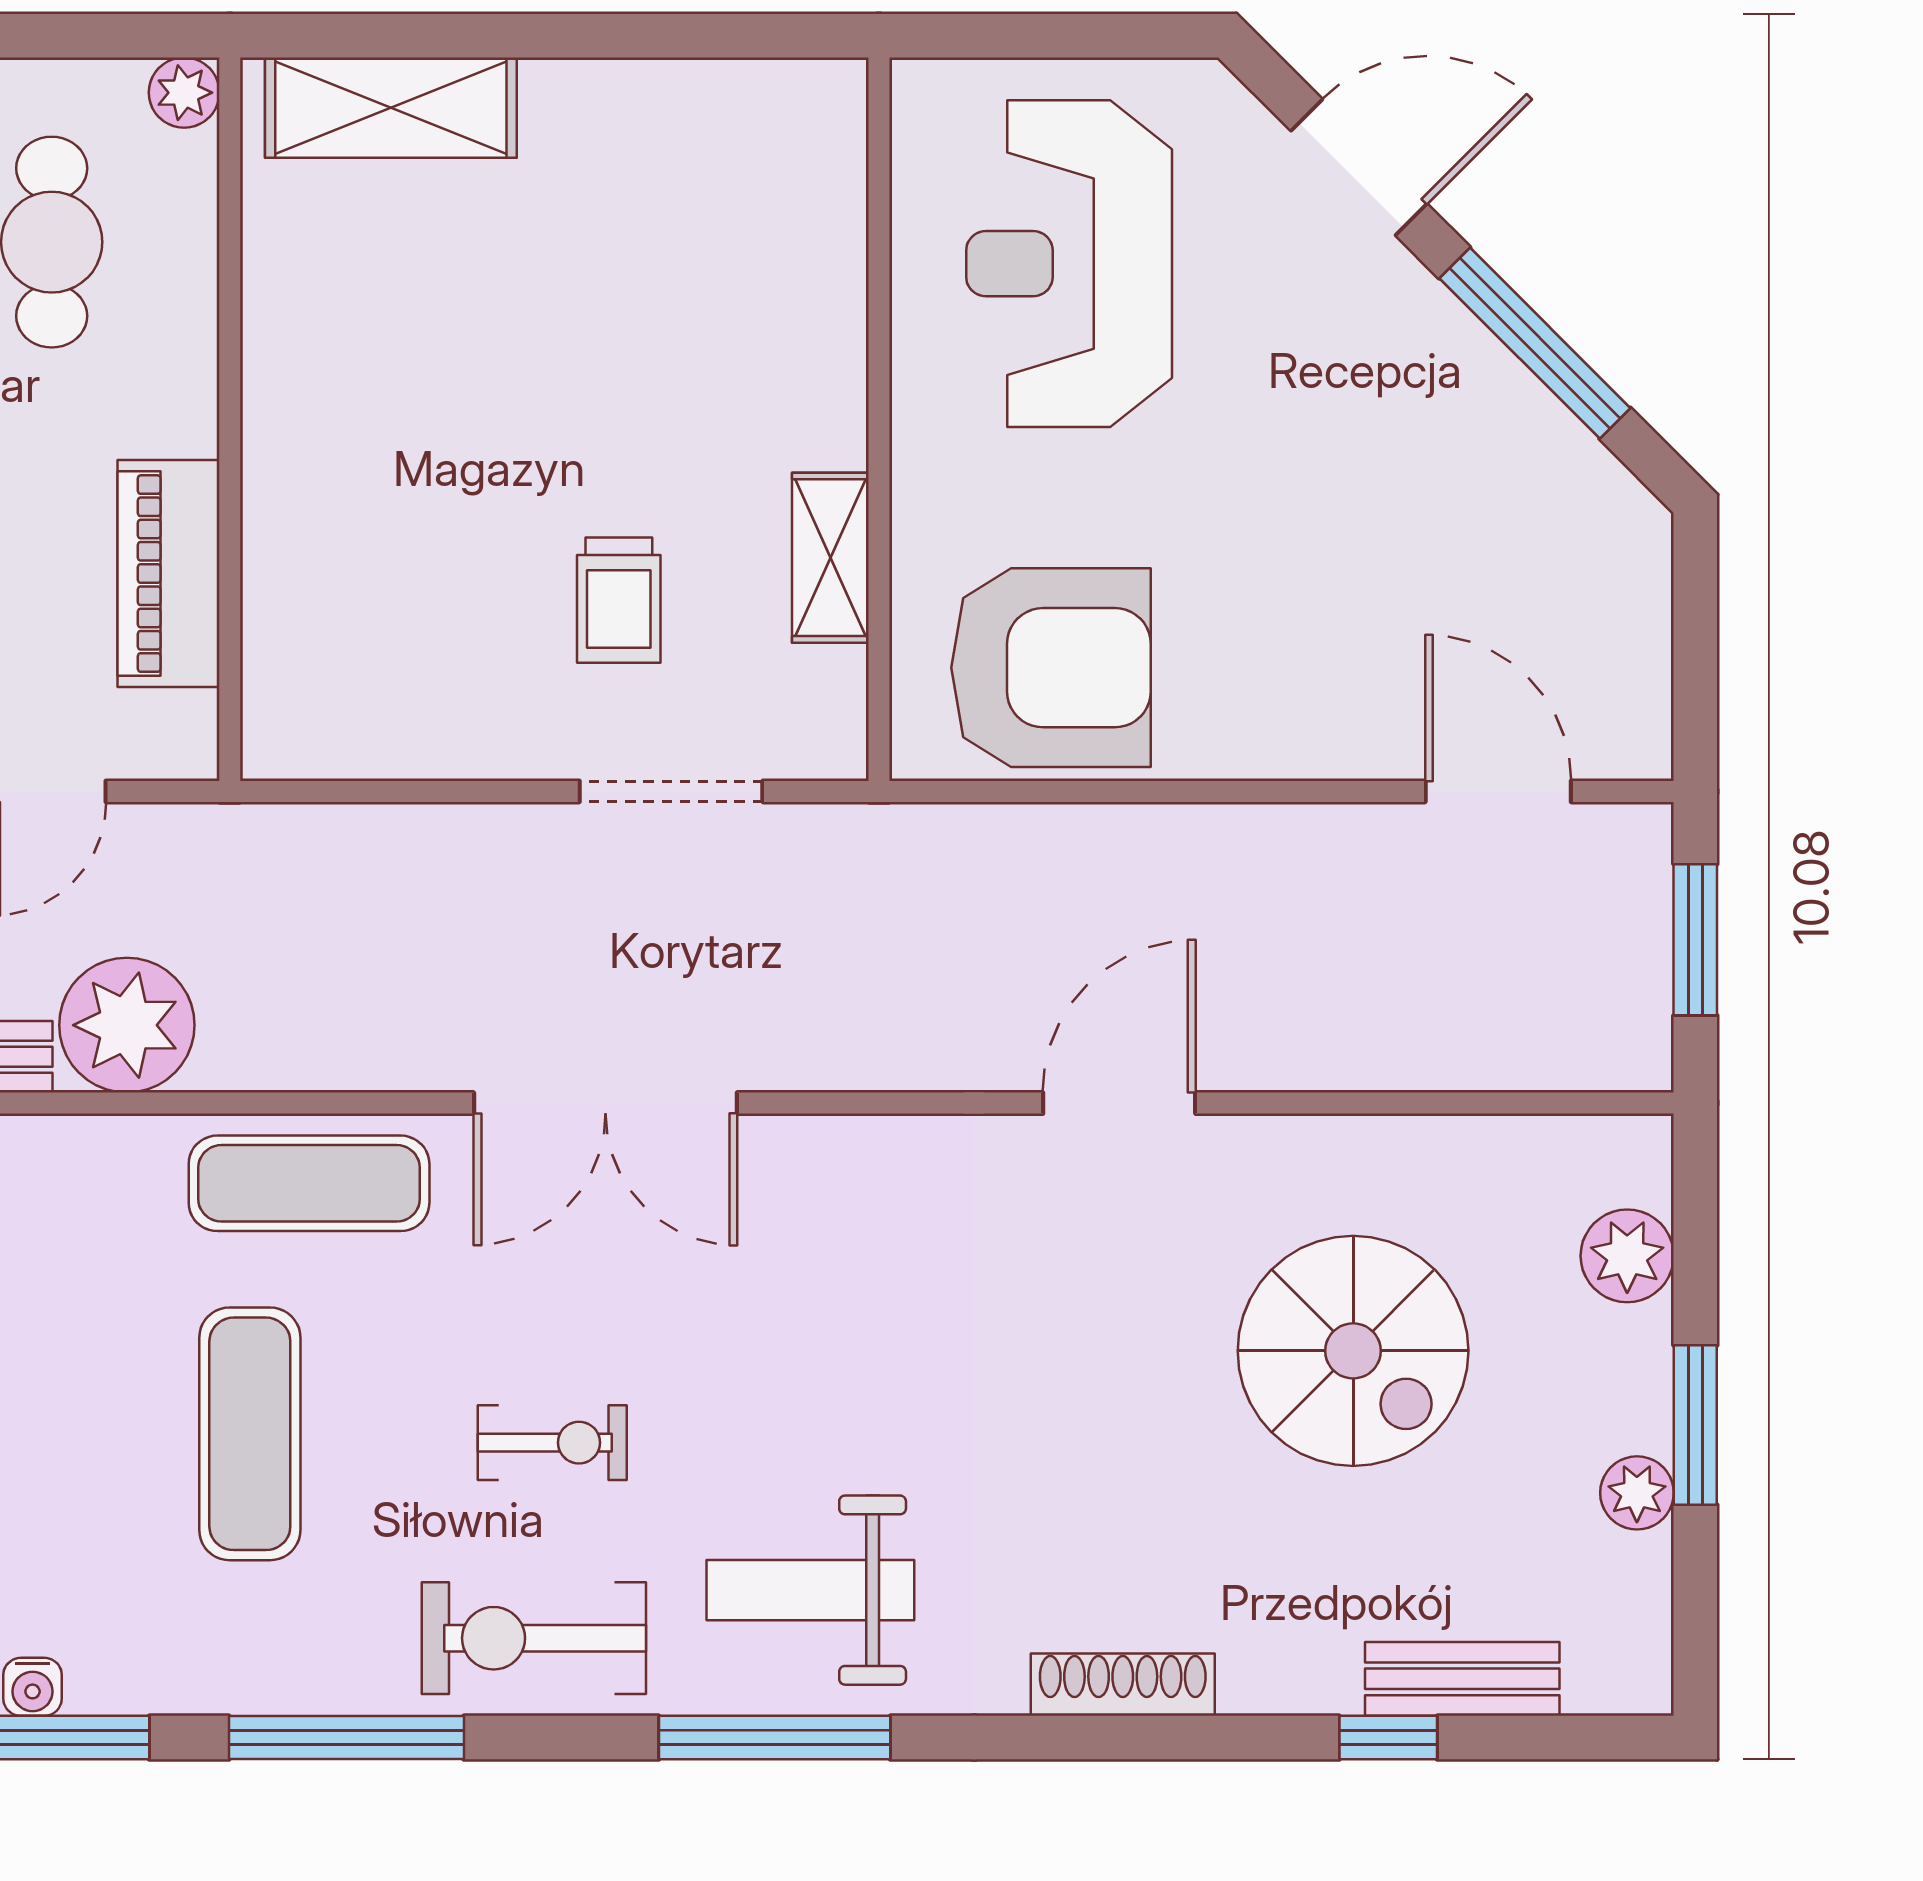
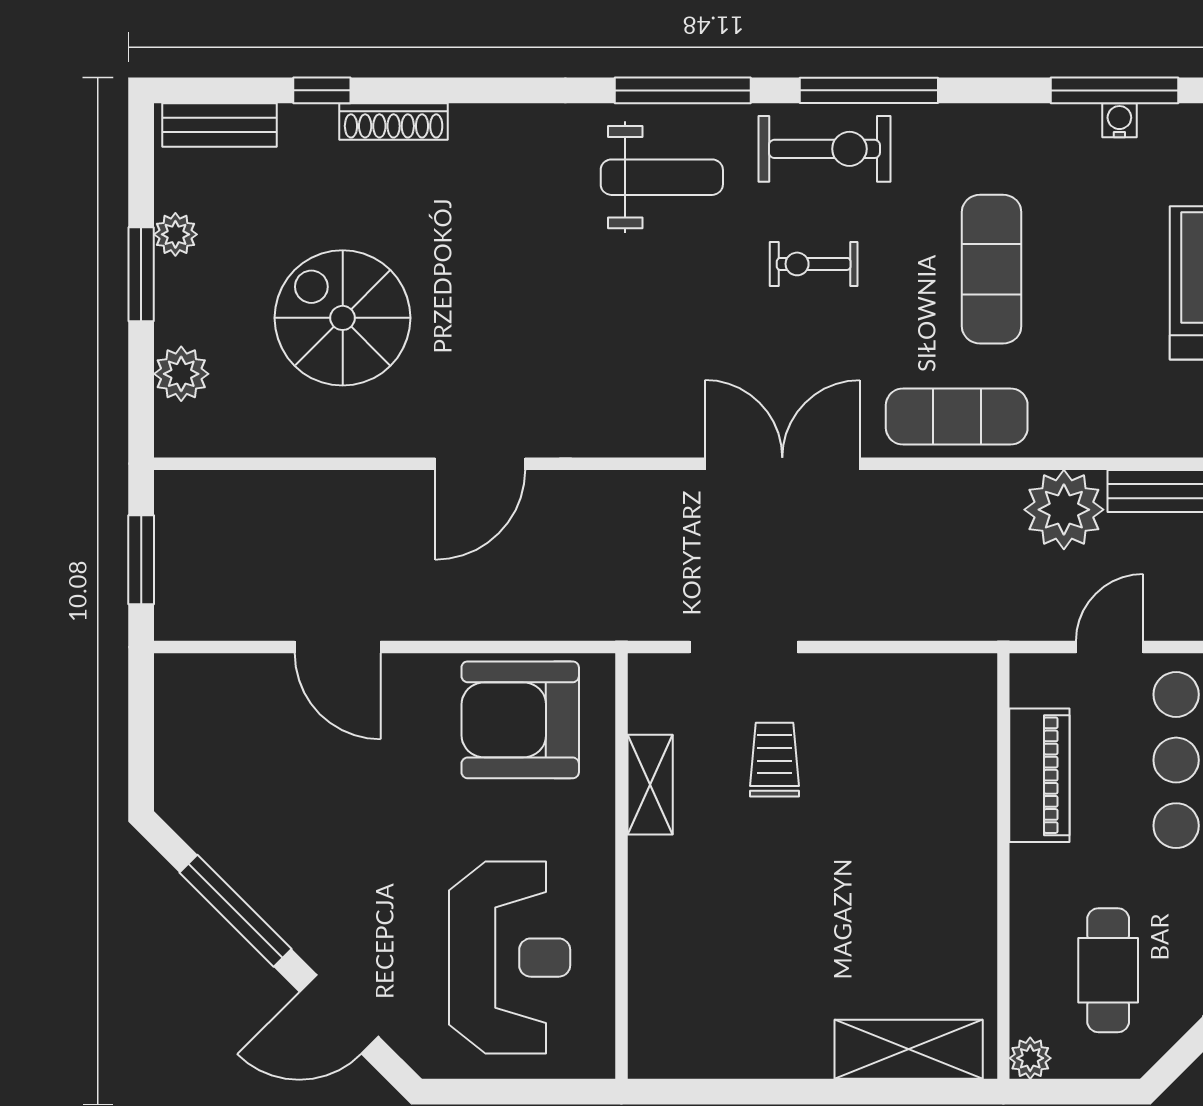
door: (1498, 791) -> (338, 647), moved
bench: (1462, 1679) -> (220, 125), moved
shoe rack: (1123, 1685) -> (394, 122), moved
window: (346, 1738) -> (869, 90), moved

